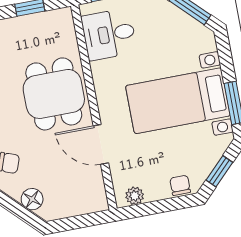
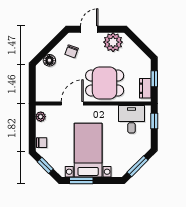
dresser: (50, 20) -> (145, 88), added

